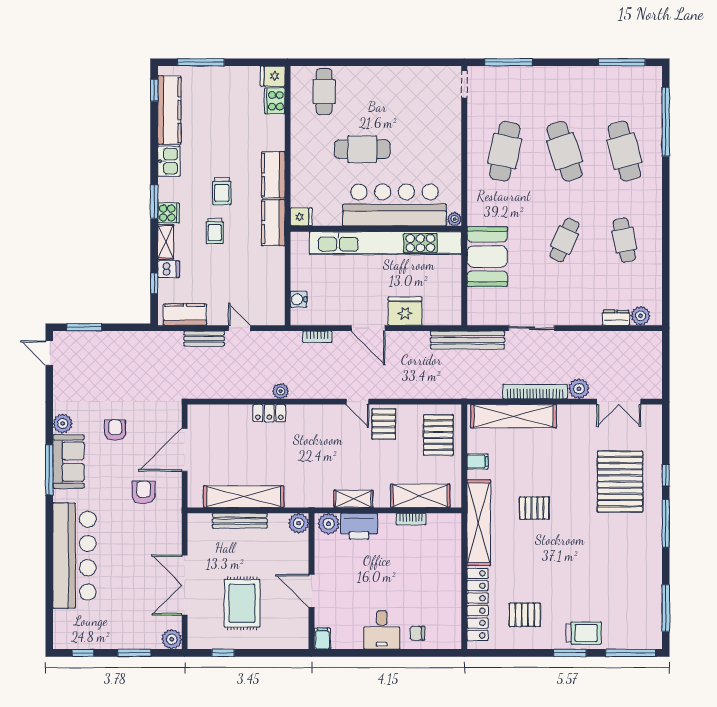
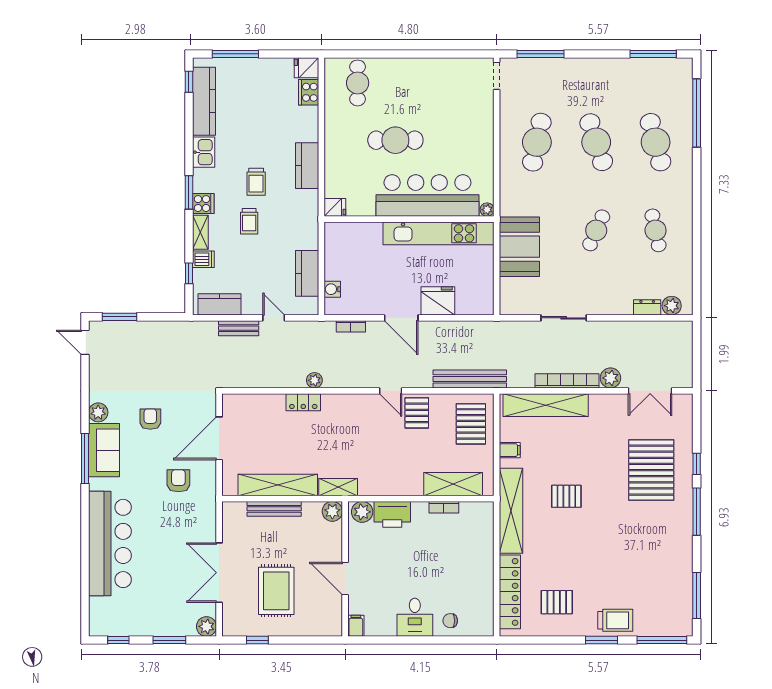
kitchen counter: (273, 223) -> (307, 273), moved
kitchen unit: (385, 243) -> (439, 233), width x0.73
bench: (468, 340) -> (470, 379), moved
shelving: (353, 499) -> (338, 487), moved

